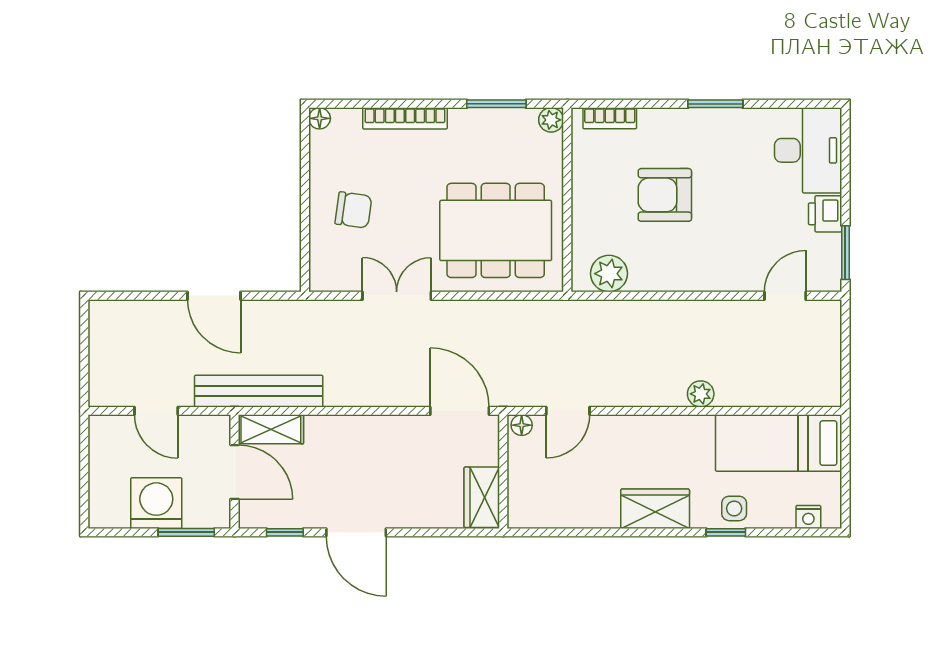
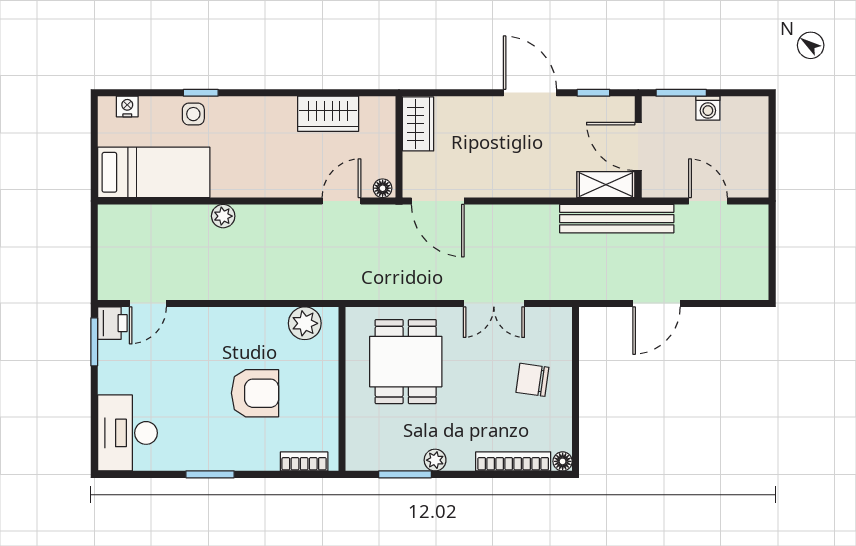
bookcase: (405, 118) -> (513, 461), moved
plant: (551, 120) -> (435, 460), moved
printer: (825, 214) -> (112, 323), moved
dining table: (496, 230) -> (406, 362), width x0.73
door: (214, 296) -> (656, 303), swing flipped
washing machine: (156, 503) -> (708, 108), width x0.53, depth x0.53
wardrobe: (655, 509) -> (328, 114), moved

